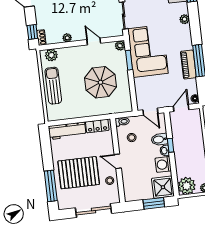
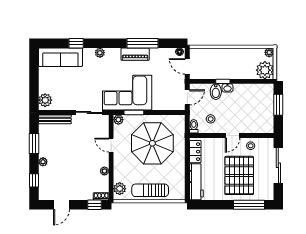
door: (94, 41) -> (111, 145), hinge flipped
piano: (188, 64) -> (135, 54), moved
parasol: (100, 82) -> (152, 143), width x1.36, depth x1.36
washing machine: (163, 164) -> (241, 91), removed
shower: (163, 187) -> (263, 94), removed

